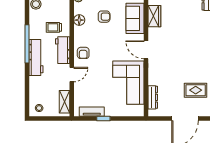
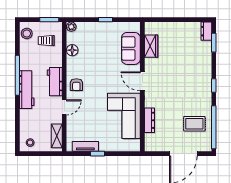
armchair: (104, 17) -> (98, 47), removed
trolley: (54, 27) -> (46, 41), moved
dresser: (153, 97) -> (149, 120), moved

